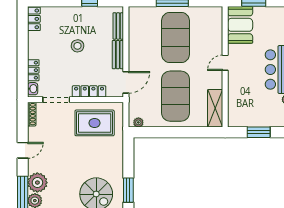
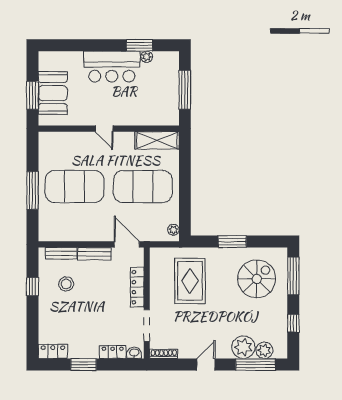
booth: (240, 25) -> (53, 93), moved, turned 90
window: (23, 45) -> (84, 365), added
stool: (78, 46) -> (66, 284), moved
rug: (95, 123) -> (190, 281), moved
window: (259, 132) -> (185, 90), width x1.44
door: (23, 150) -> (206, 365), hinge flipped
window: (128, 190) -> (232, 241), moved

